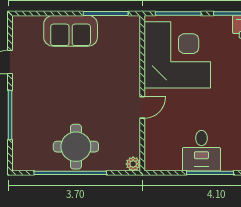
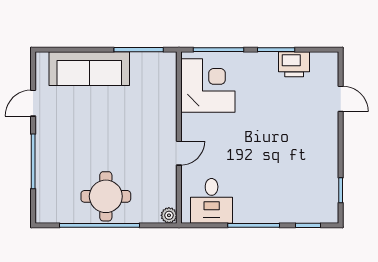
sofa: (71, 31) -> (89, 69), width x1.36
corner desk: (177, 55) -> (208, 86), width x0.74, depth x0.74
desk: (201, 151) -> (212, 201), moved

